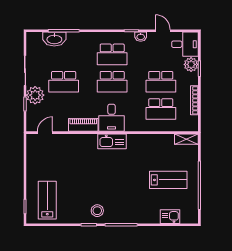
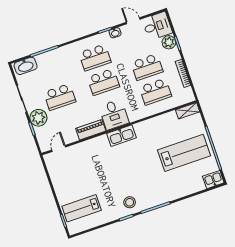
washbasin: (54, 39) -> (26, 66), moved
lab bench: (168, 180) -> (184, 153), width x1.36, depth x1.39
lab bench: (47, 200) -> (82, 208), turned -90
kitchen sink: (170, 217) -> (213, 180), moved

